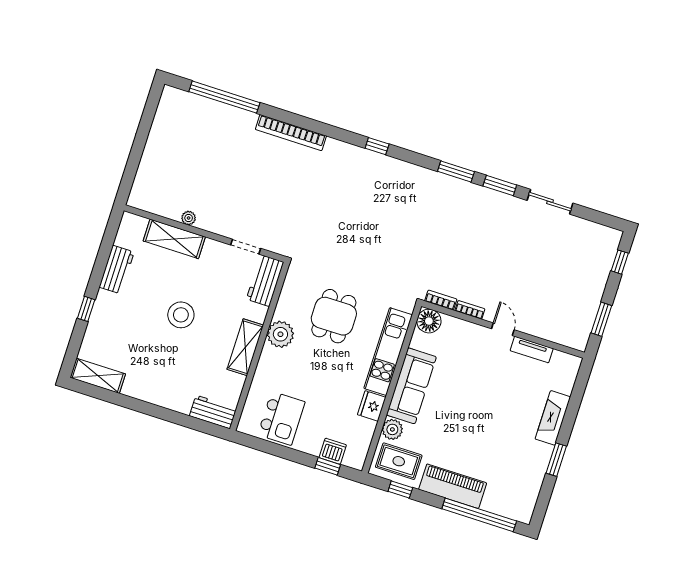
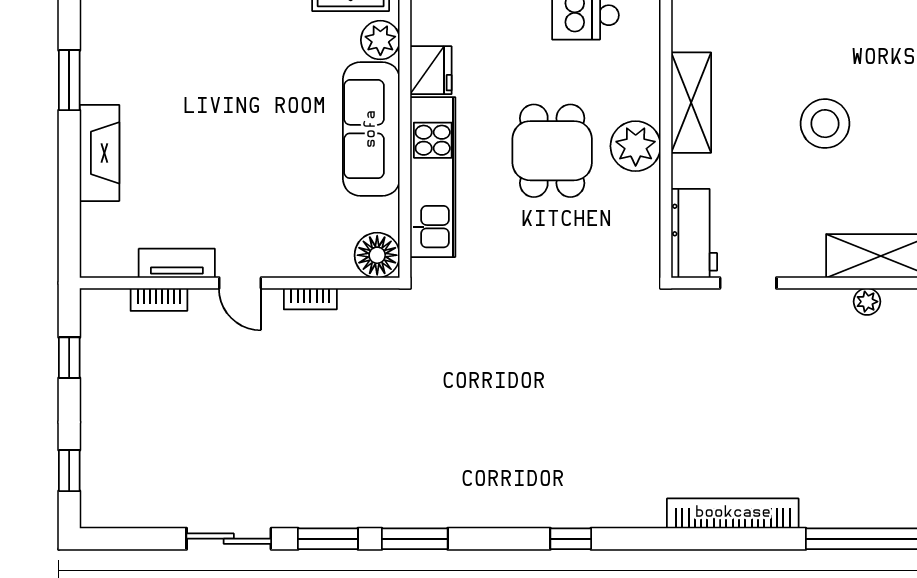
bookcase: (441, 300) -> (159, 300), moved
dining table: (334, 316) -> (552, 151), moved
window: (601, 319) -> (69, 358), width x0.67

